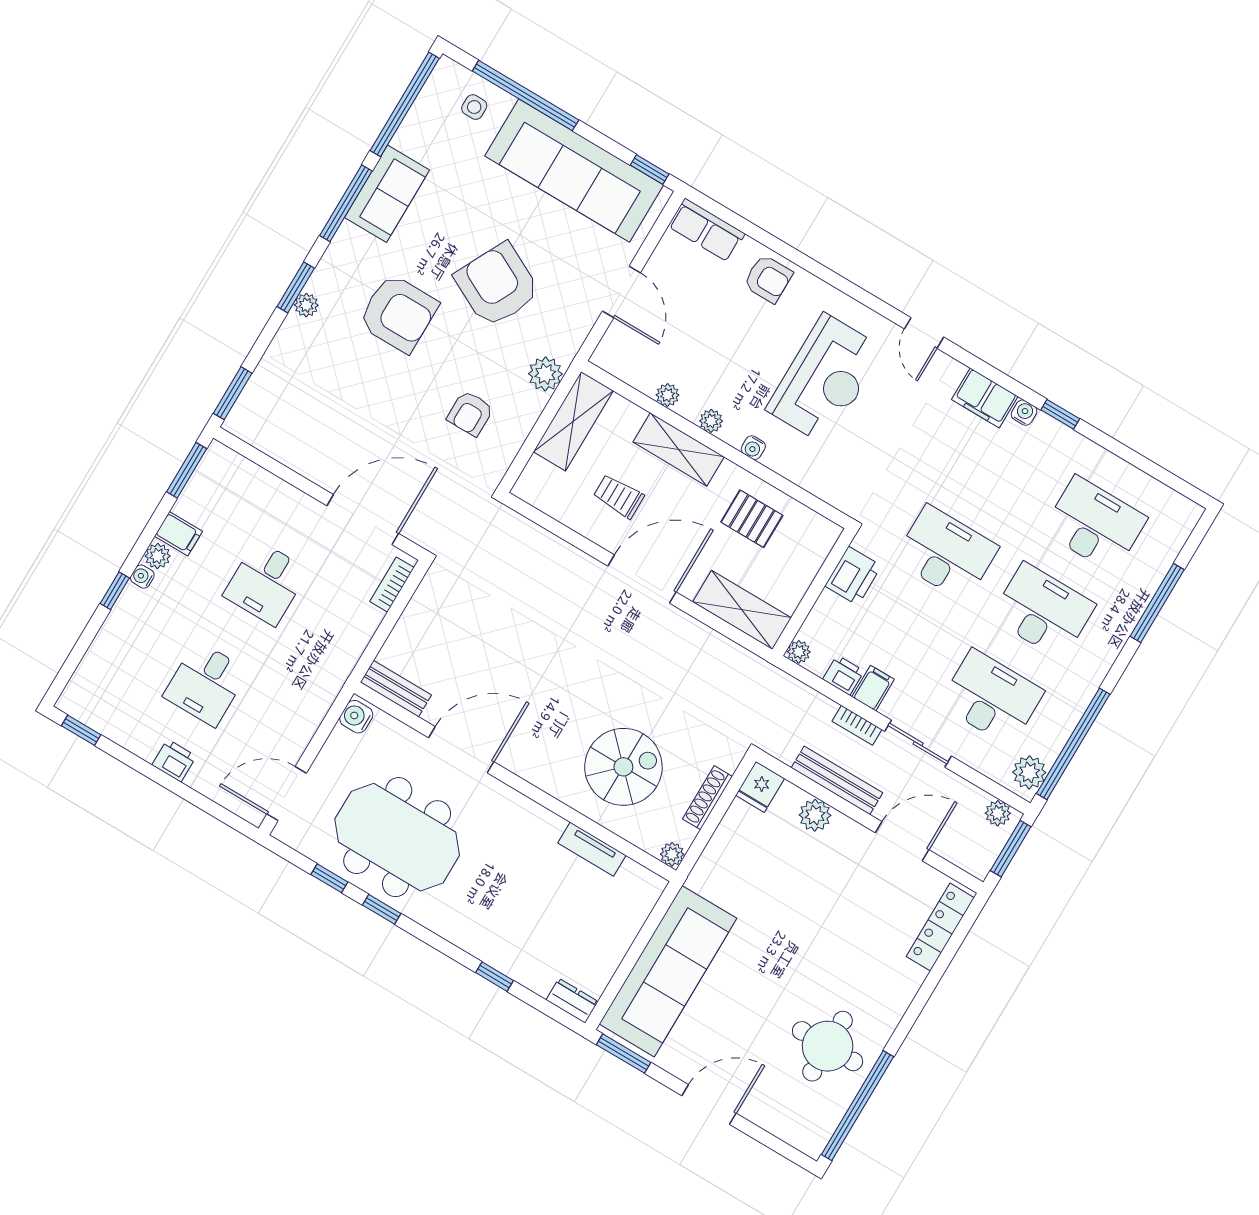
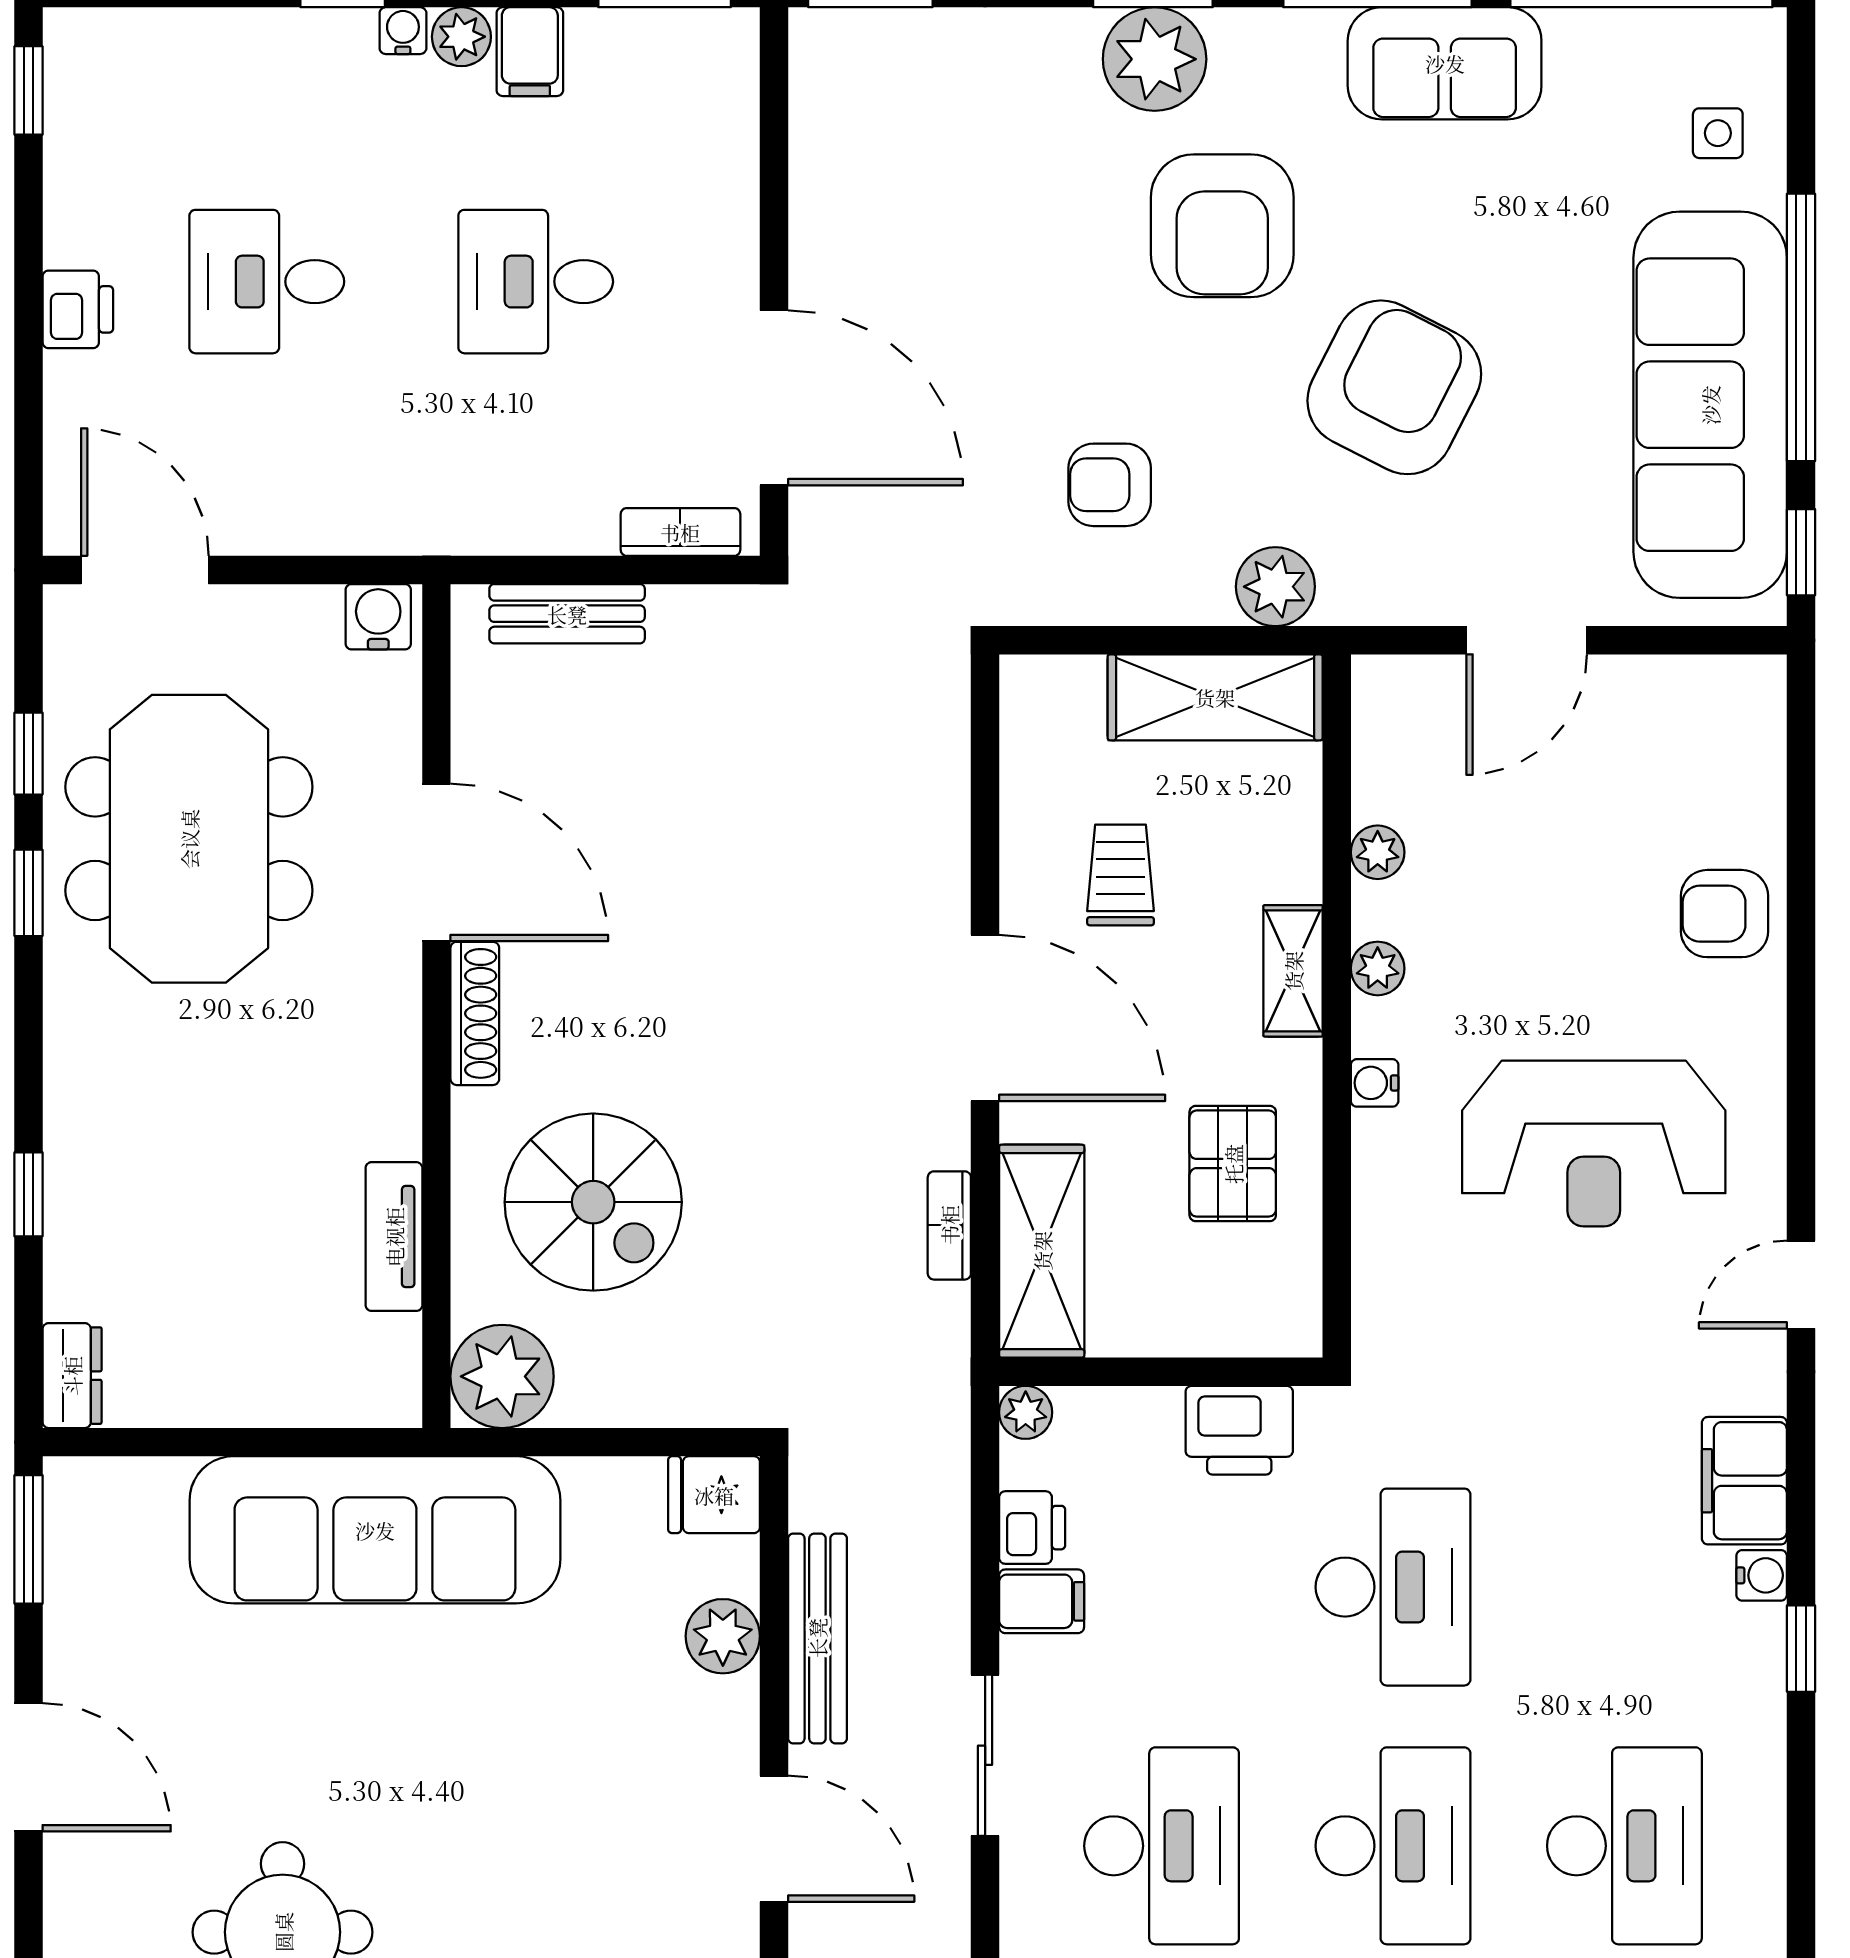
window: (526, 95) -> (1801, 327), moved
row of seats: (706, 230) -> (1748, 735), removed
armchair: (768, 279) -> (1725, 914), turned 90
plant: (306, 305) -> (1155, 59), width x1.88, depth x1.88
shelving: (679, 449) -> (1293, 971), width x0.67, depth x0.75
bench: (396, 689) -> (567, 614), moved, turned 90
bookcase: (857, 725) -> (949, 1225), moved
shoe rack: (707, 798) -> (475, 1013), moved, turned 90
plant: (672, 854) -> (502, 1376), width x1.88, depth x1.88
sofa: (668, 971) -> (375, 1530), moved

